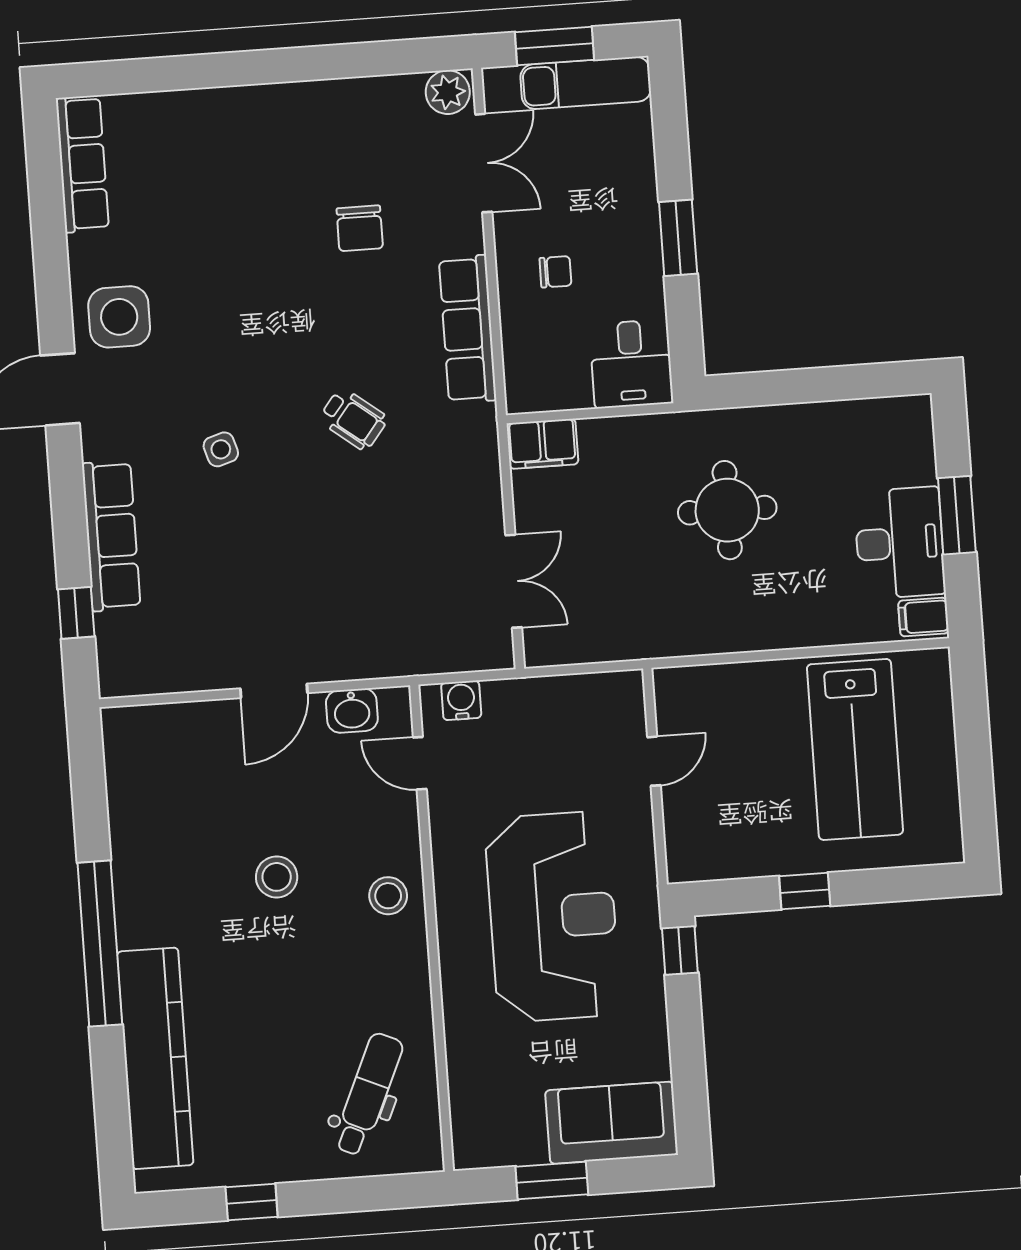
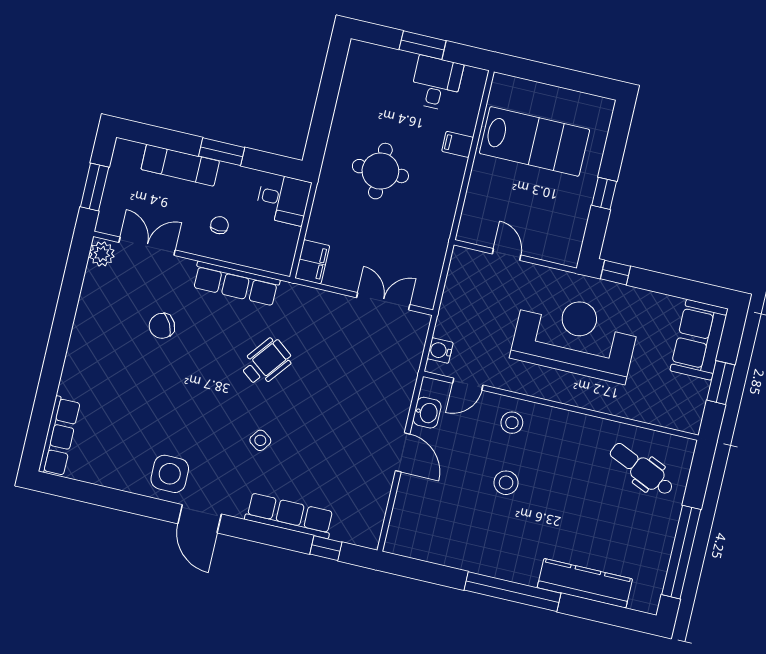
exam couch: (586, 83) -> (180, 165), moved, turned 90
row of seats: (82, 164) -> (59, 436), moved, turned 90
chair: (360, 228) -> (162, 326), turned 152
wheelchair: (353, 419) -> (266, 362), width x1.36, depth x1.37
side table: (221, 449) -> (260, 440), turned -38
desk: (900, 543) -> (436, 83), width x0.73
filing cabinet: (923, 617) -> (458, 144), moved, turned 90
stool: (388, 896) -> (512, 423), moved
kitchen counter: (155, 1058) -> (585, 583), width x0.72, depth x0.86
window: (252, 1202) -> (681, 552), width x3.17

